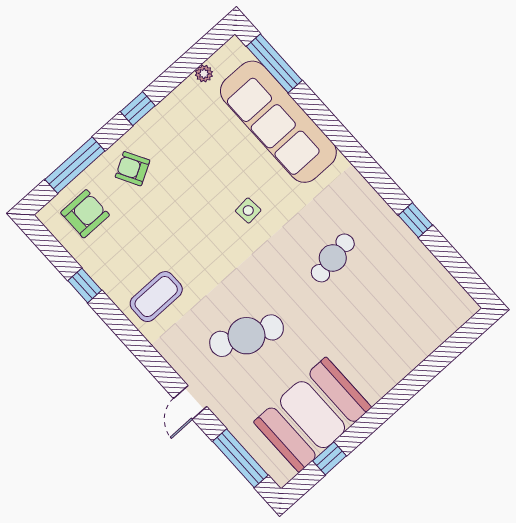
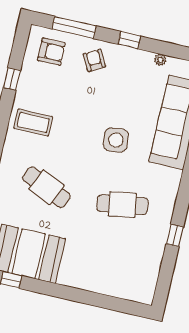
plant: (204, 74) -> (160, 60), moved
side table: (248, 211) -> (116, 140), width x1.87, depth x1.87
cafe table: (333, 258) -> (122, 205), width x1.37, depth x1.35

